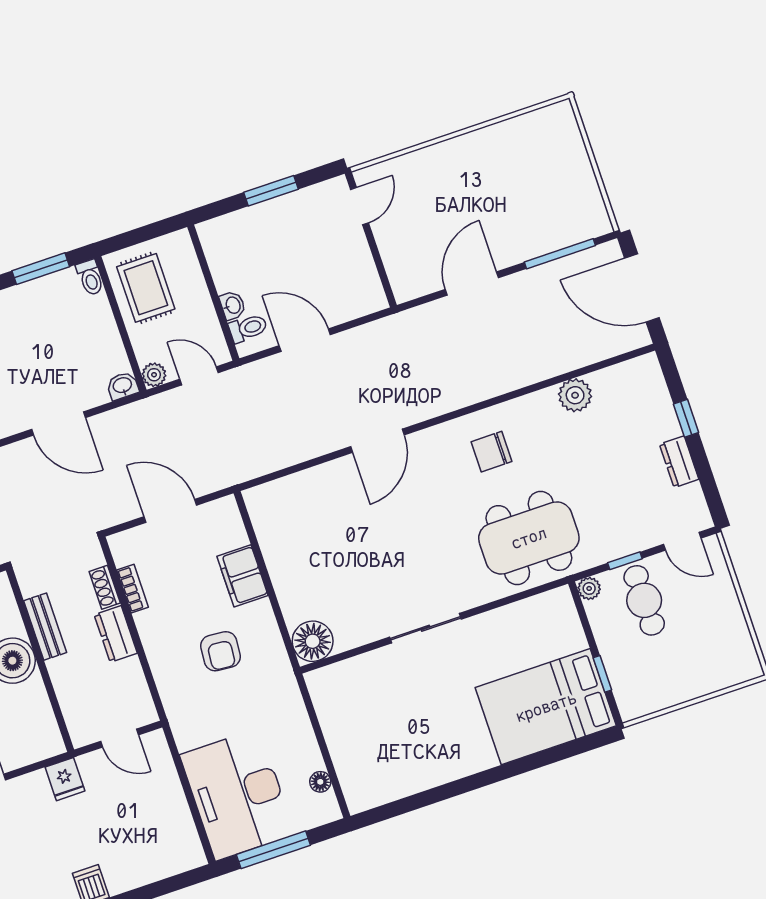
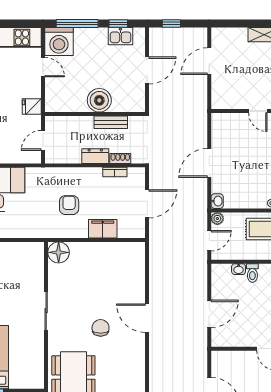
toilet: (248, 328) -> (252, 273), moved
door: (305, 340) -> (209, 314), moved
chair: (491, 452) -> (101, 328), moved
armchair: (220, 651) -> (69, 205), turned 85

